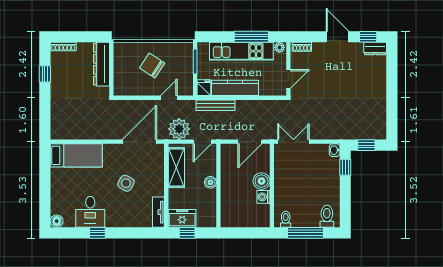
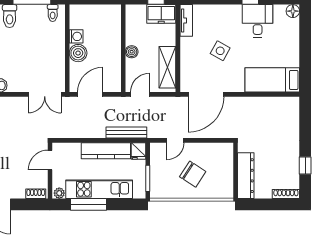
plant: (179, 129) -> (164, 108), removed

